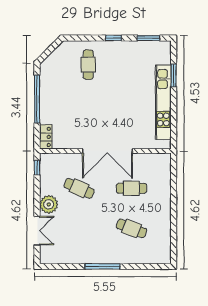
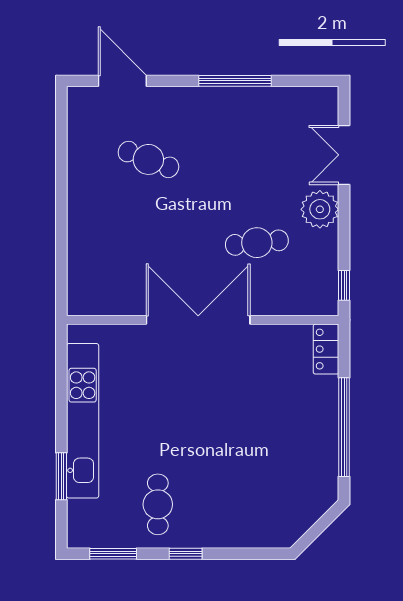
cafe table: (88, 65) -> (158, 504), moved
cafe table: (79, 188) -> (257, 243), turned -30
cafe table: (131, 188) -> (148, 243), removed
window: (102, 266) -> (235, 81), moved
door: (144, 266) -> (122, 81), added

